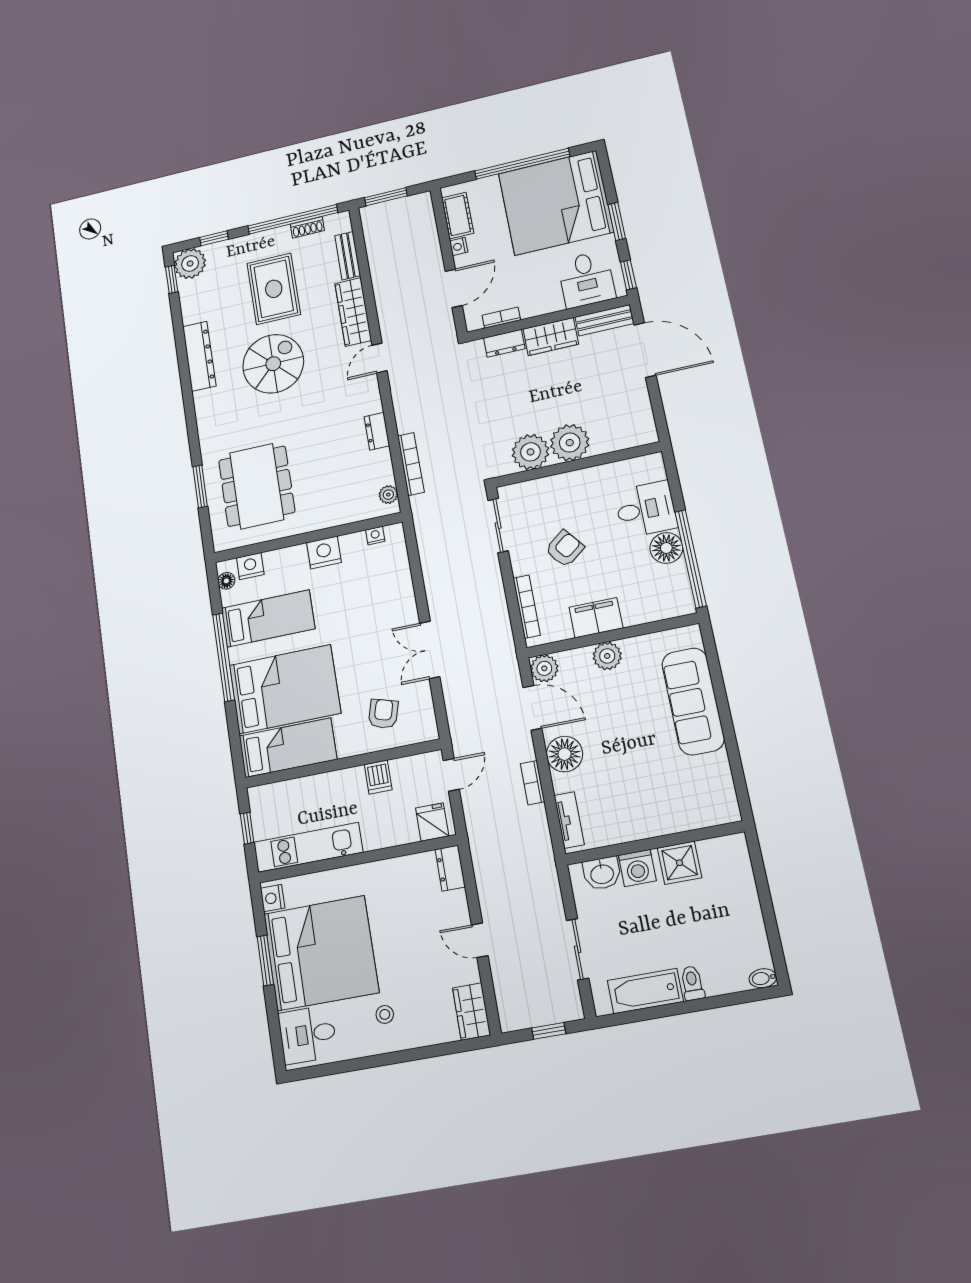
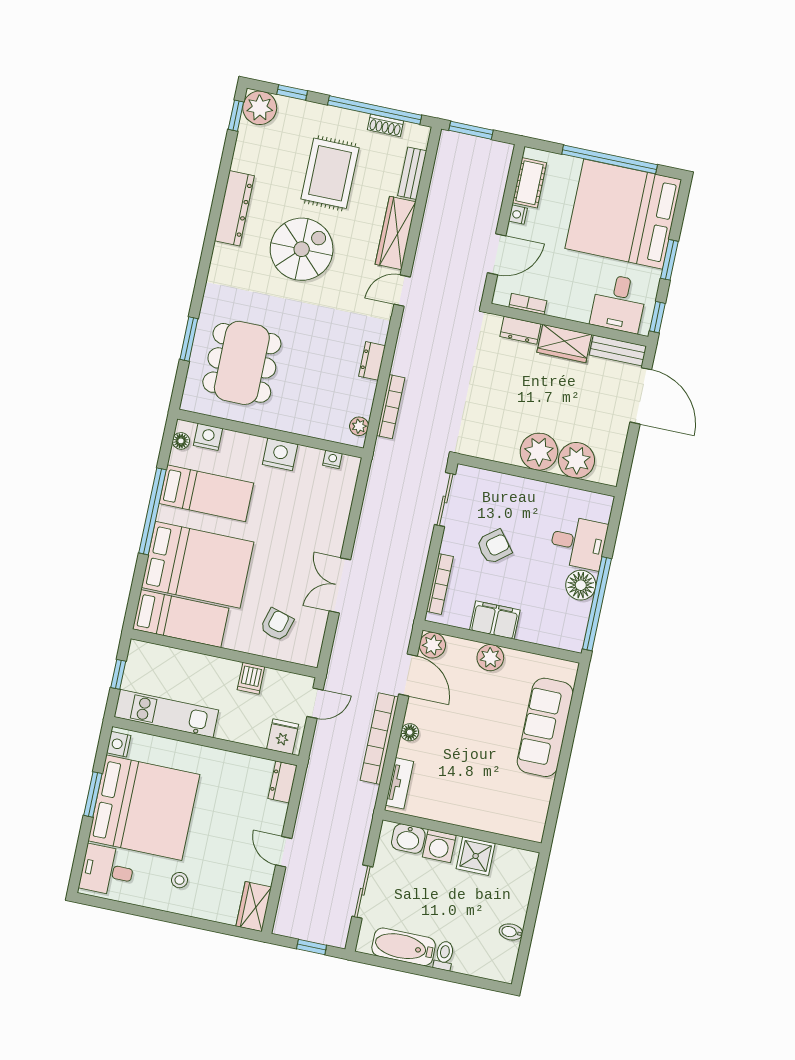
plant: (530, 452) -> (576, 460), moved
floor lamp: (565, 754) -> (410, 732), width x0.53, depth x0.53
bookcase: (533, 783) -> (379, 739), width x2.31, depth x1.31
bidet: (763, 978) -> (511, 932), moved

